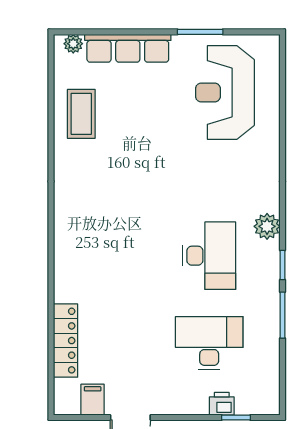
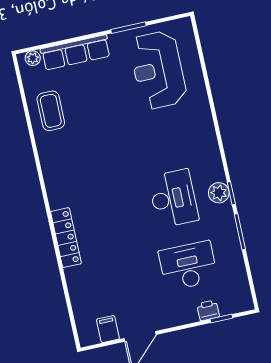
plant: (267, 226) -> (219, 193), moved
locker: (66, 341) -> (66, 238), moved

